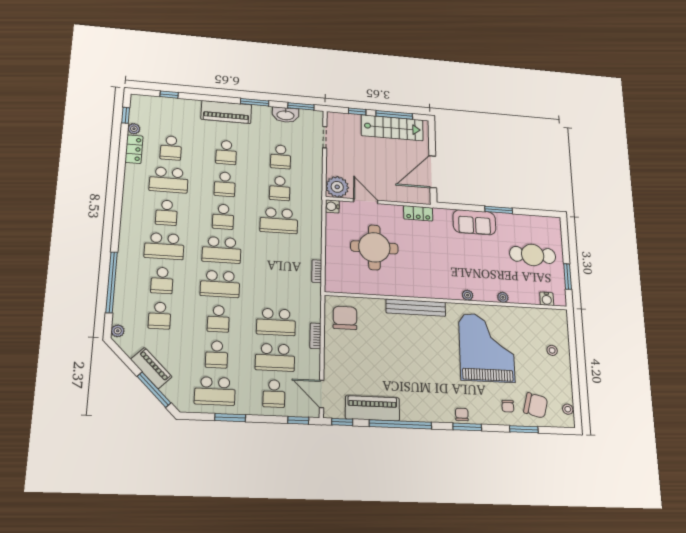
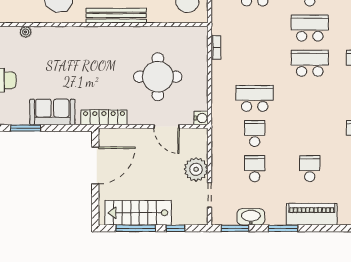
school desk: (225, 184) -> (310, 133), removed
plant: (337, 187) -> (196, 169), moved
locker: (418, 213) -> (104, 117), width x1.53
school desk: (223, 217) -> (310, 98), removed
plant: (468, 295) -> (63, 32), removed

